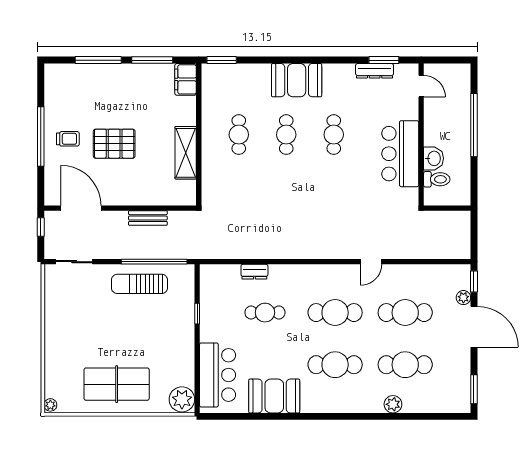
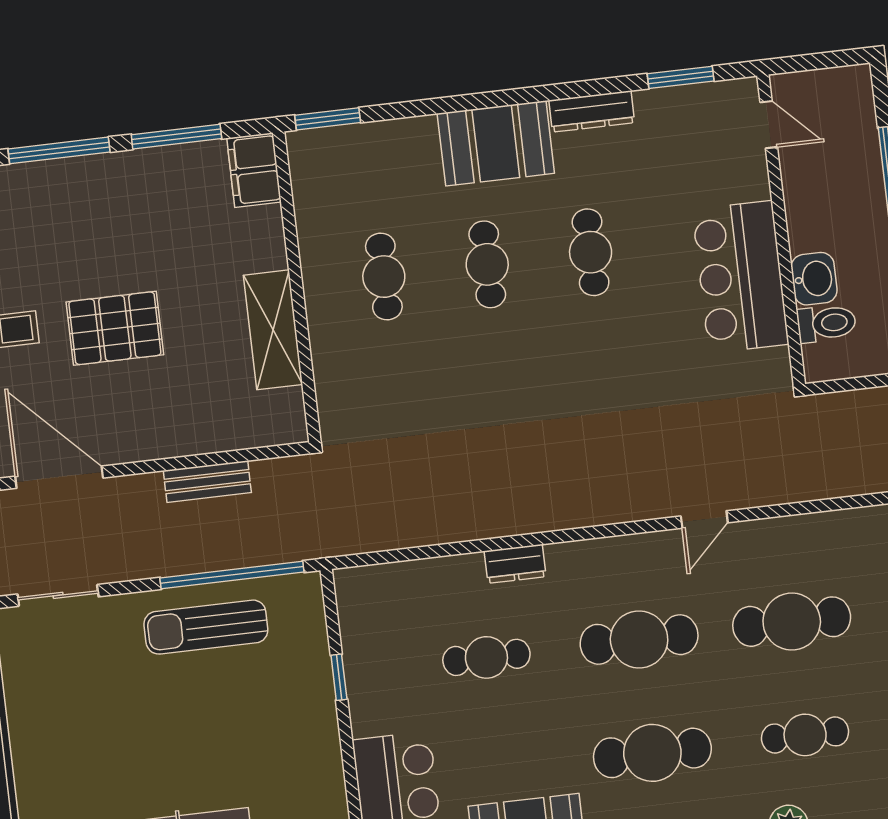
dresser: (375, 71) -> (592, 111), moved
dresser: (254, 272) -> (515, 564), moved
cafe table: (405, 365) -> (805, 735), width x0.73, depth x0.74

